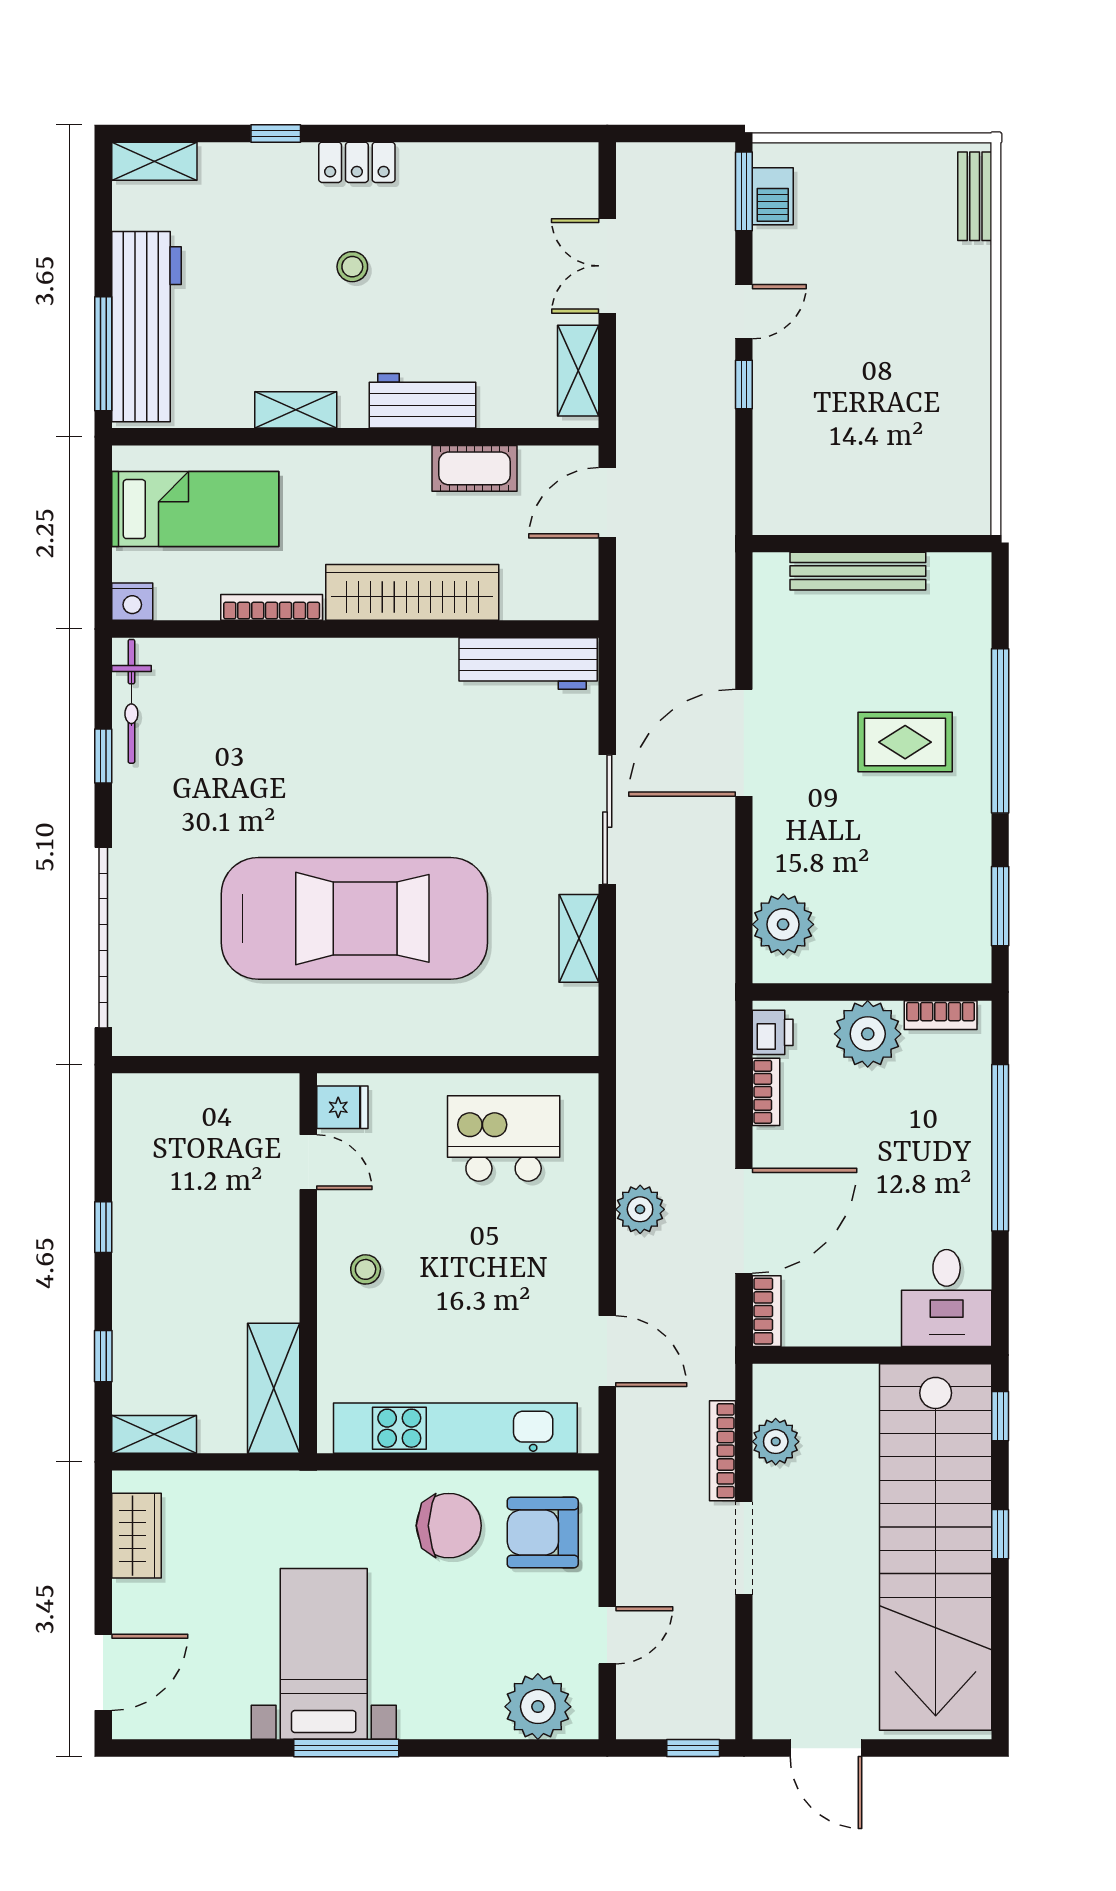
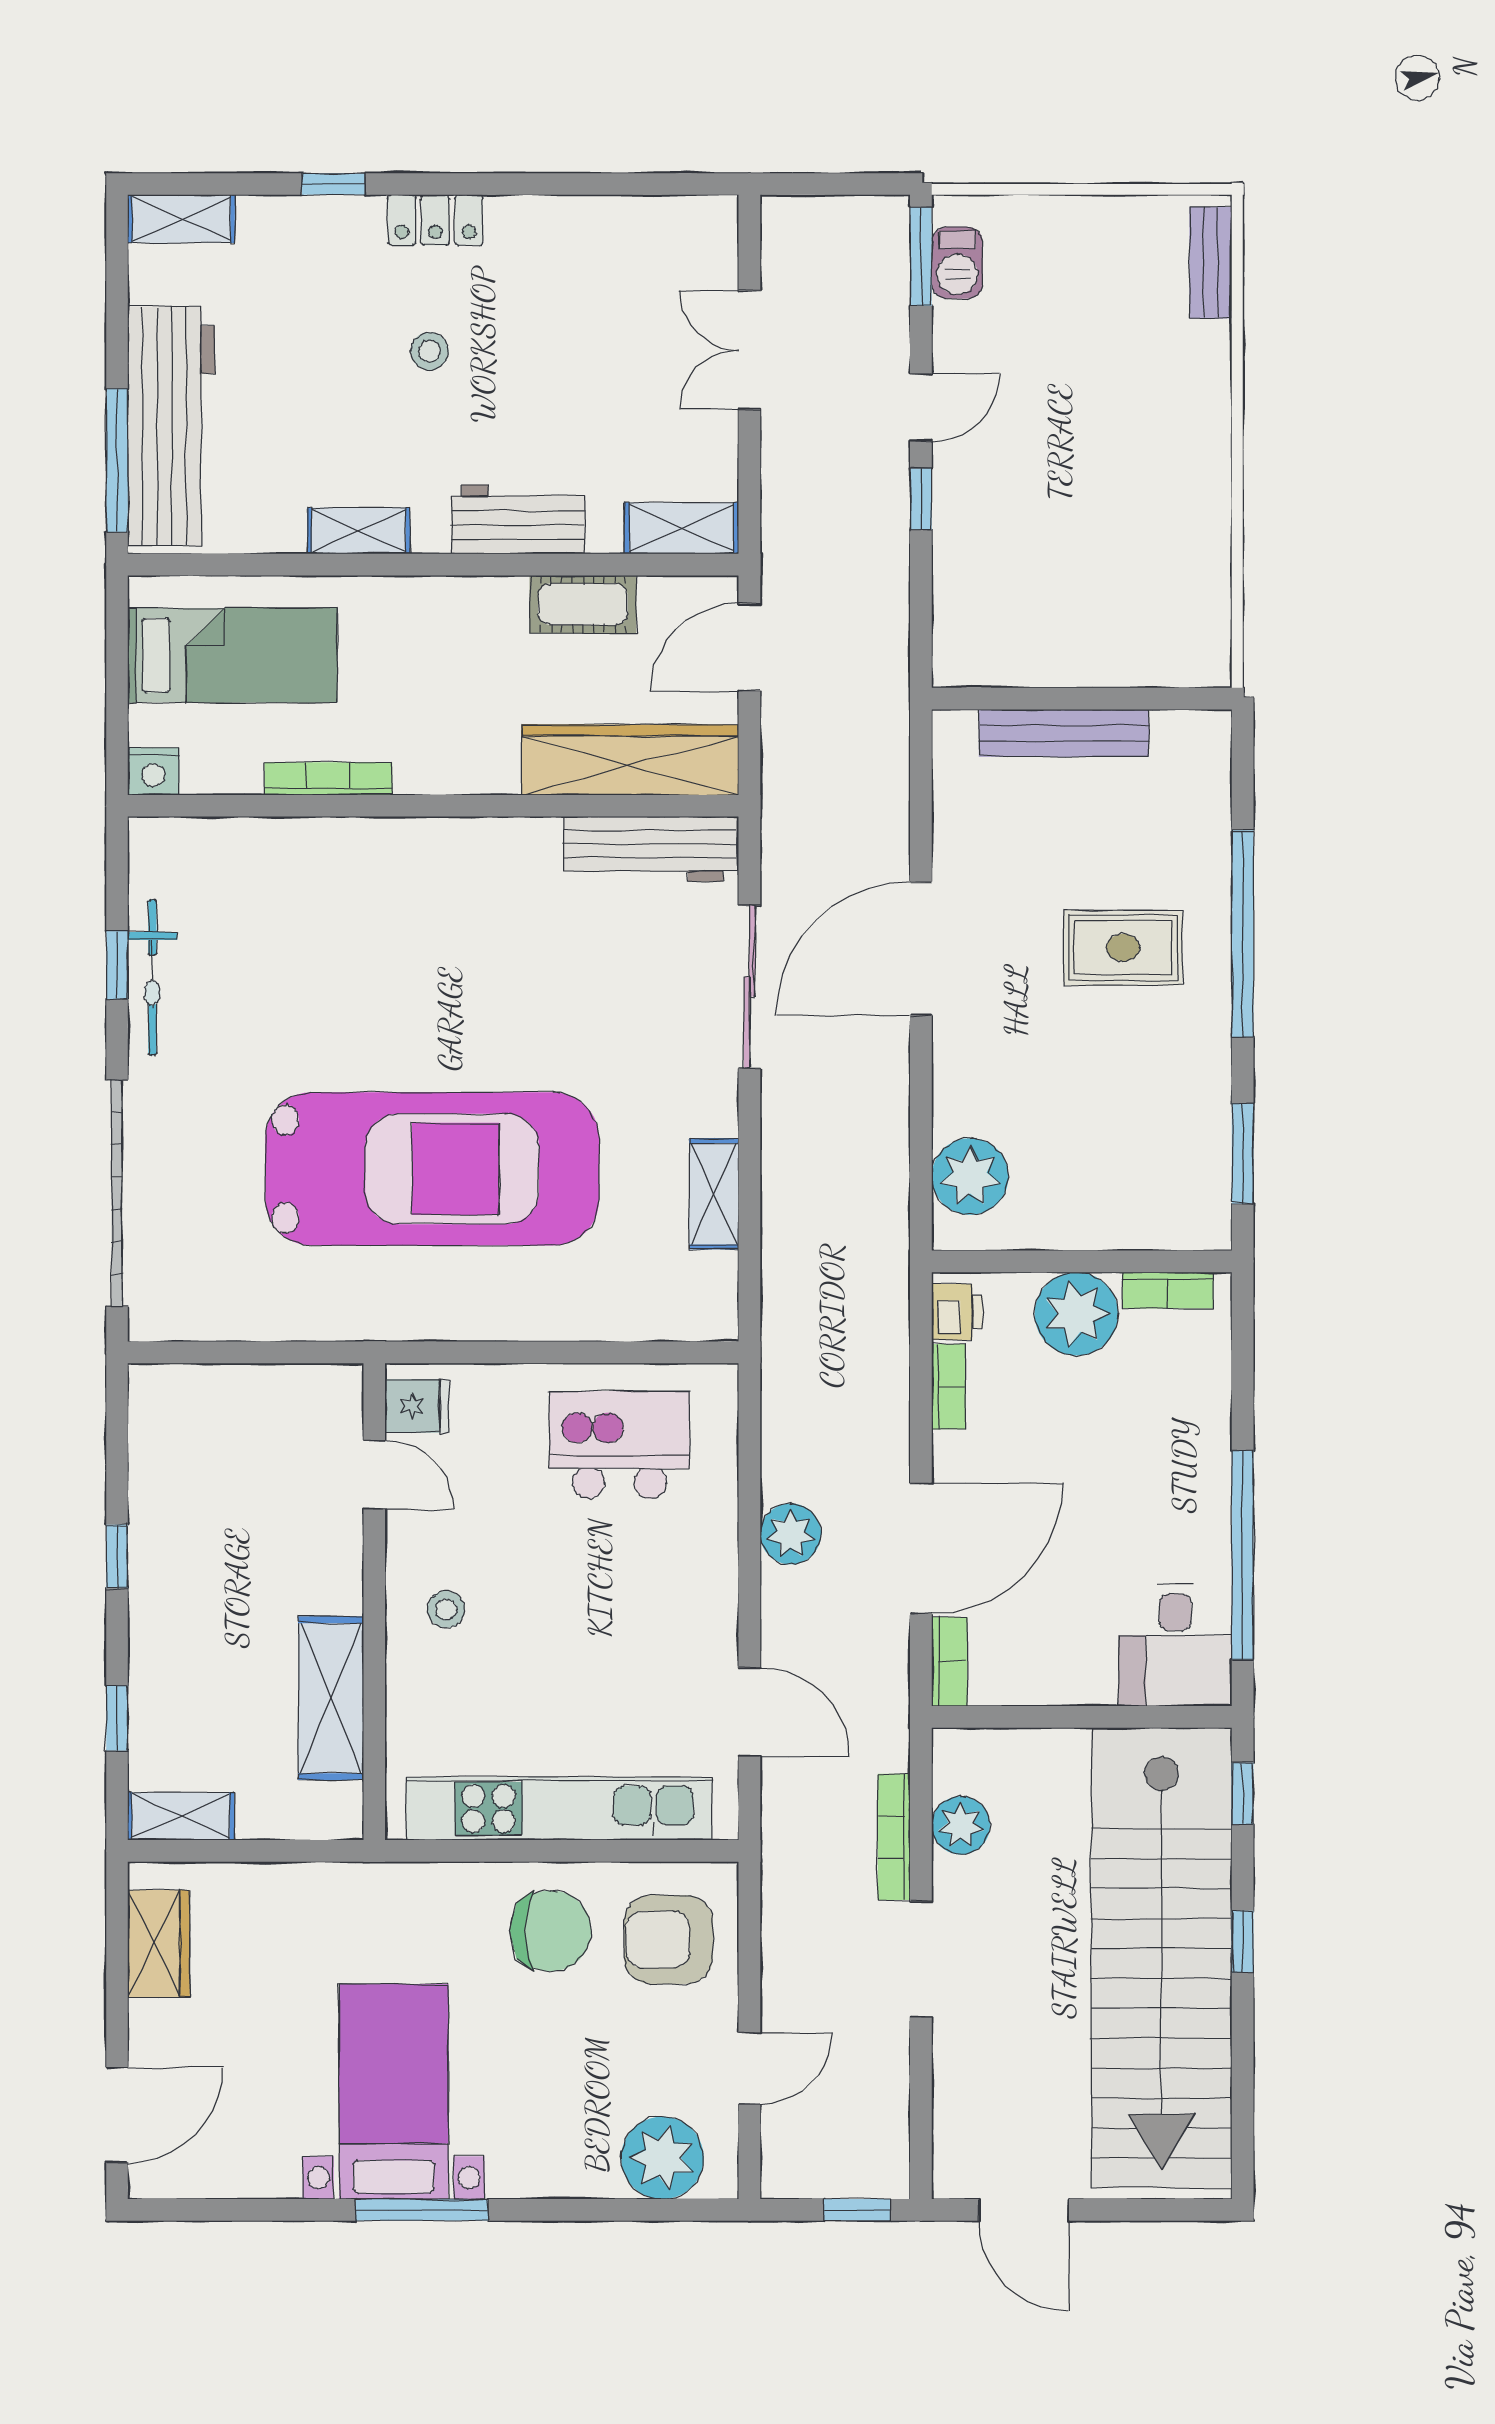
shelving: (578, 371) -> (682, 528), moved, turned 90
wardrobe: (412, 592) -> (630, 760), moved
bicycle: (131, 701) -> (152, 977), moved
sliding door: (607, 820) -> (749, 987), moved
window: (1000, 1148) -> (1243, 1555), moved
shelving: (274, 1388) -> (331, 1698), moved

